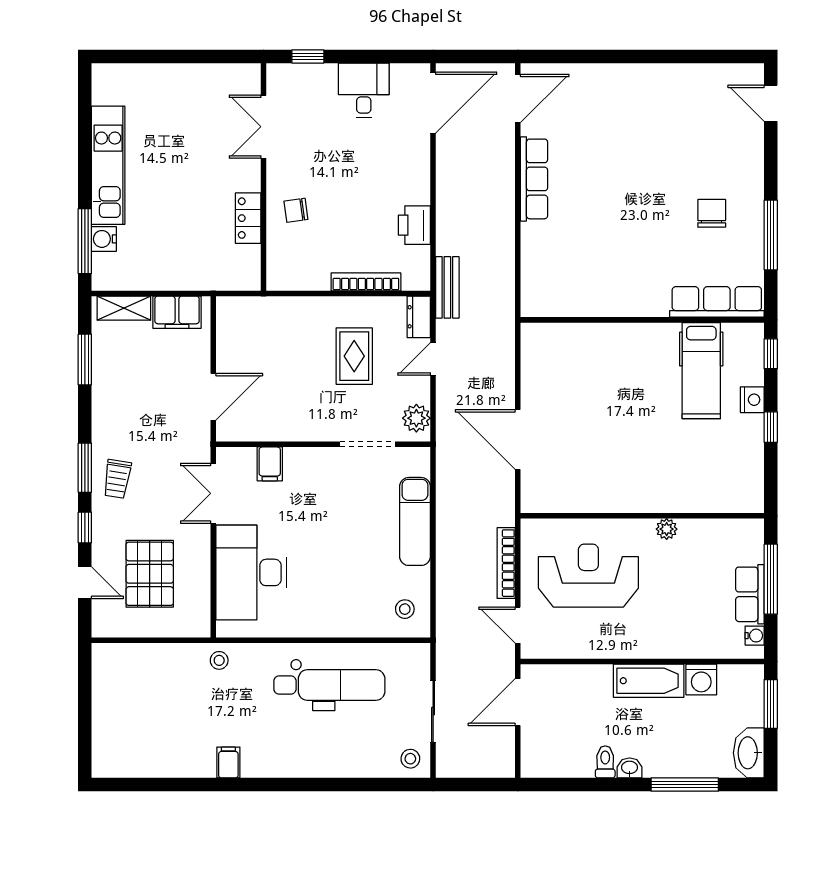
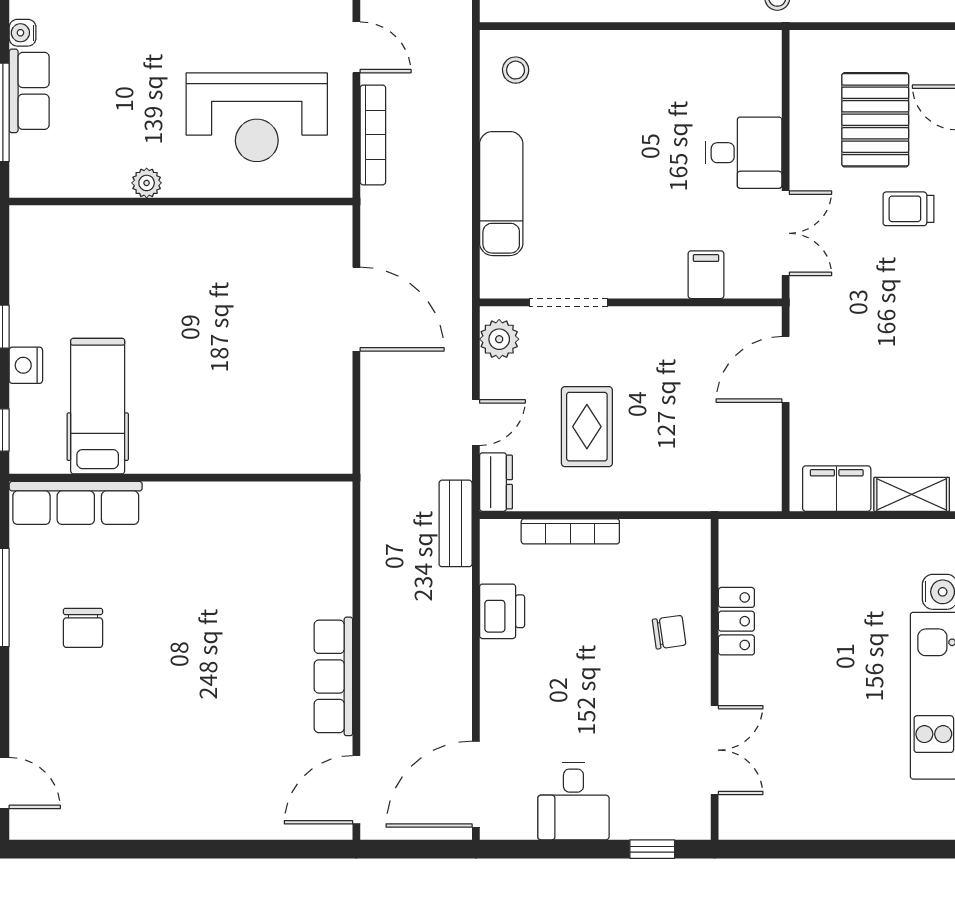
trolley: (117, 479) -> (908, 209), moved, turned -99
desk: (251, 572) -> (743, 153), width x0.53, depth x0.77

